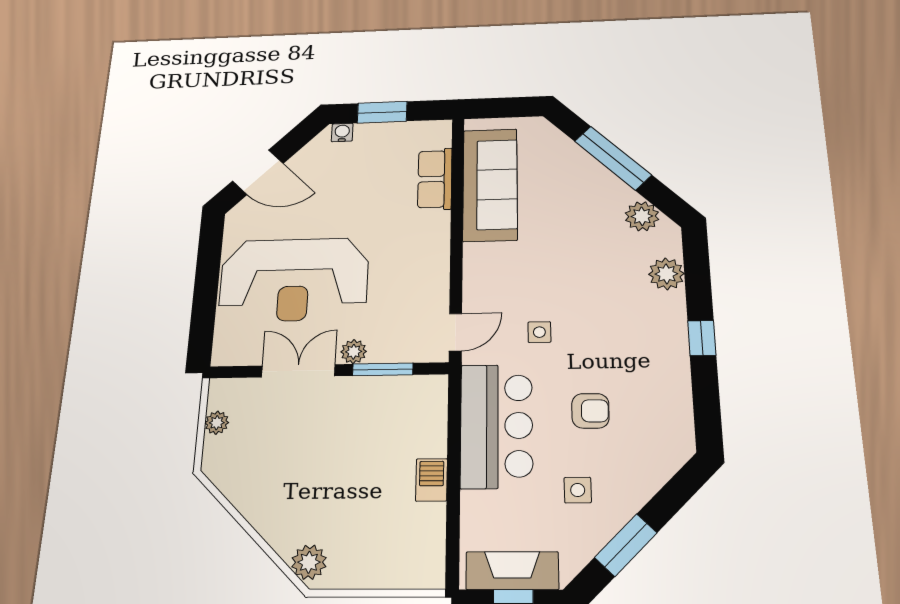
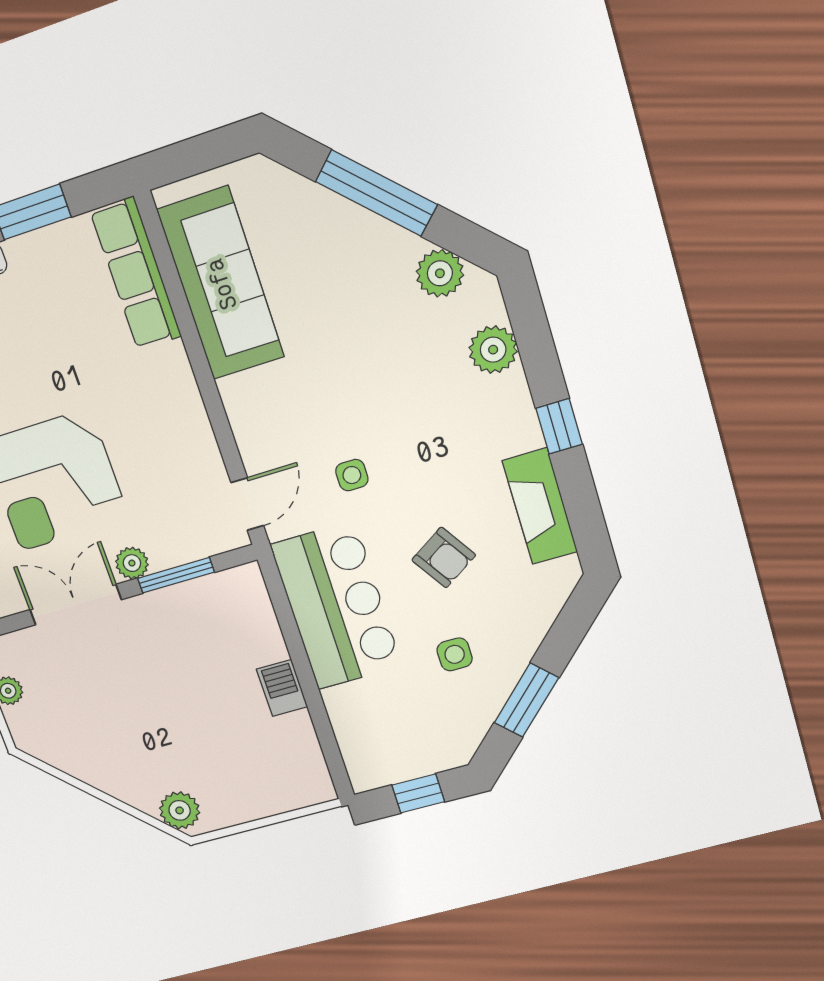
row of seats: (435, 179) -> (136, 274), width x1.48
armchair: (590, 411) -> (444, 558), turned 56
fireplace: (512, 571) -> (540, 506), moved, turned -90

